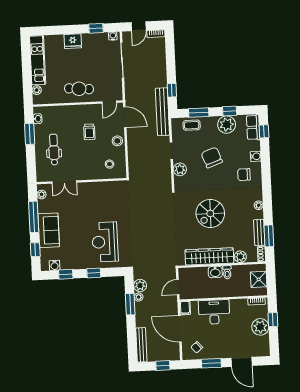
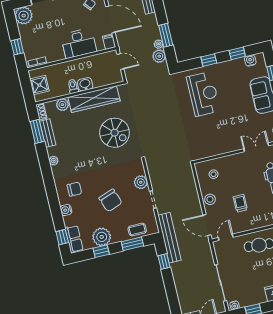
spiral stairs: (210, 213) -> (115, 133), moved, turned 90
door: (178, 287) -> (120, 62), hinge flipped
plant: (260, 327) -> (24, 16), moved

